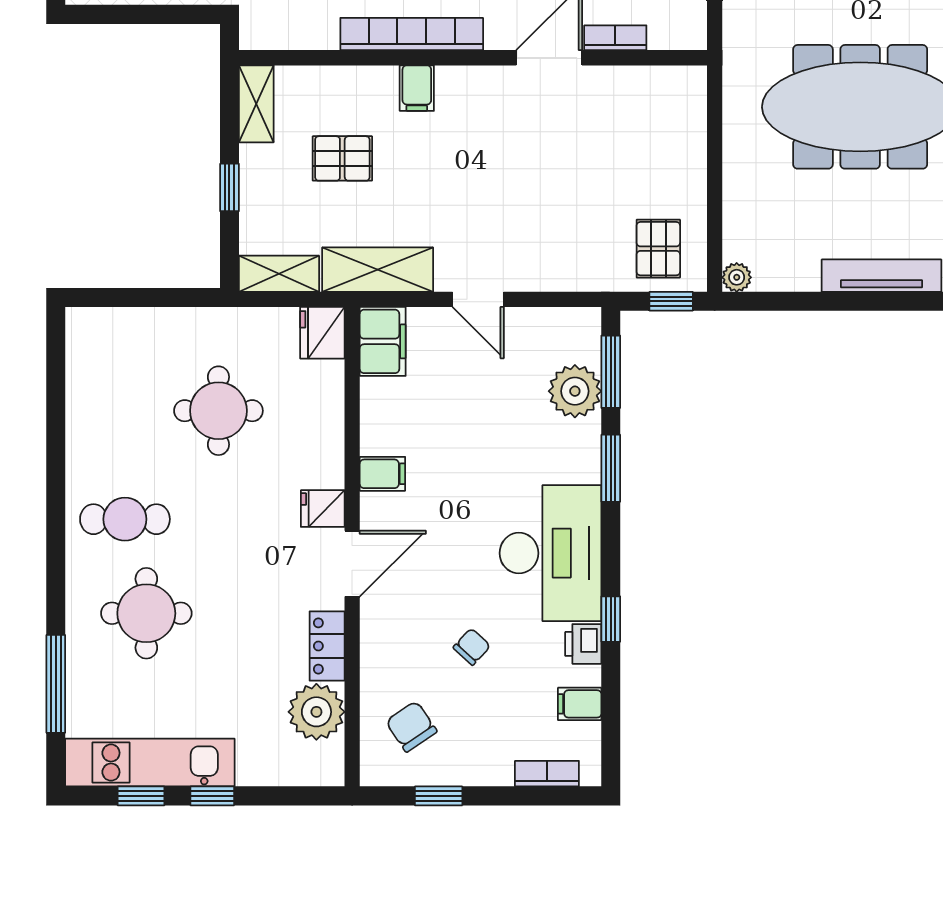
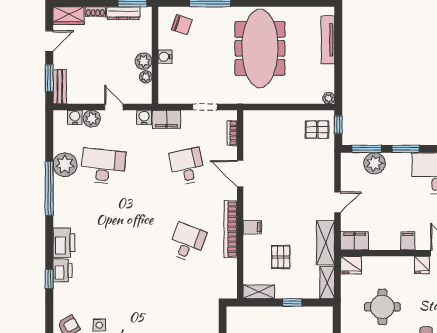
bookcase: (615, 38) -> (232, 133), moved

